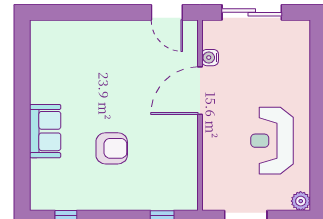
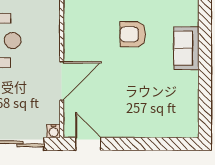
water cooler: (210, 58) -> (54, 131), moved, turned 90

